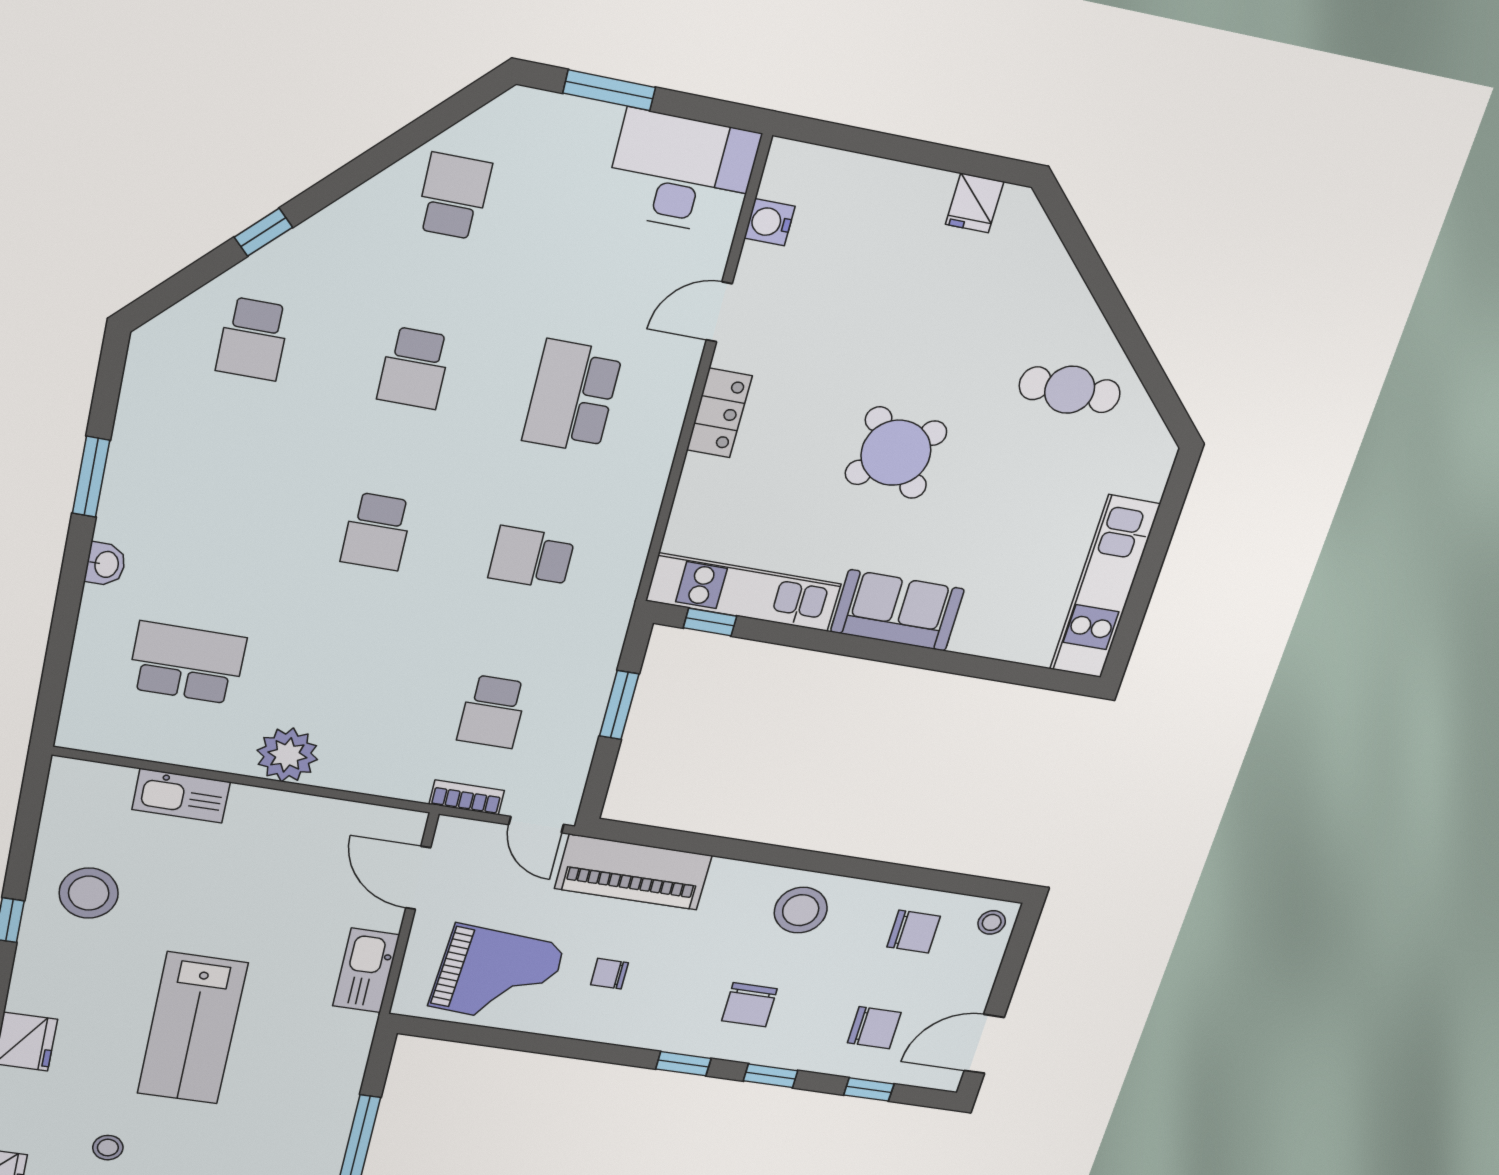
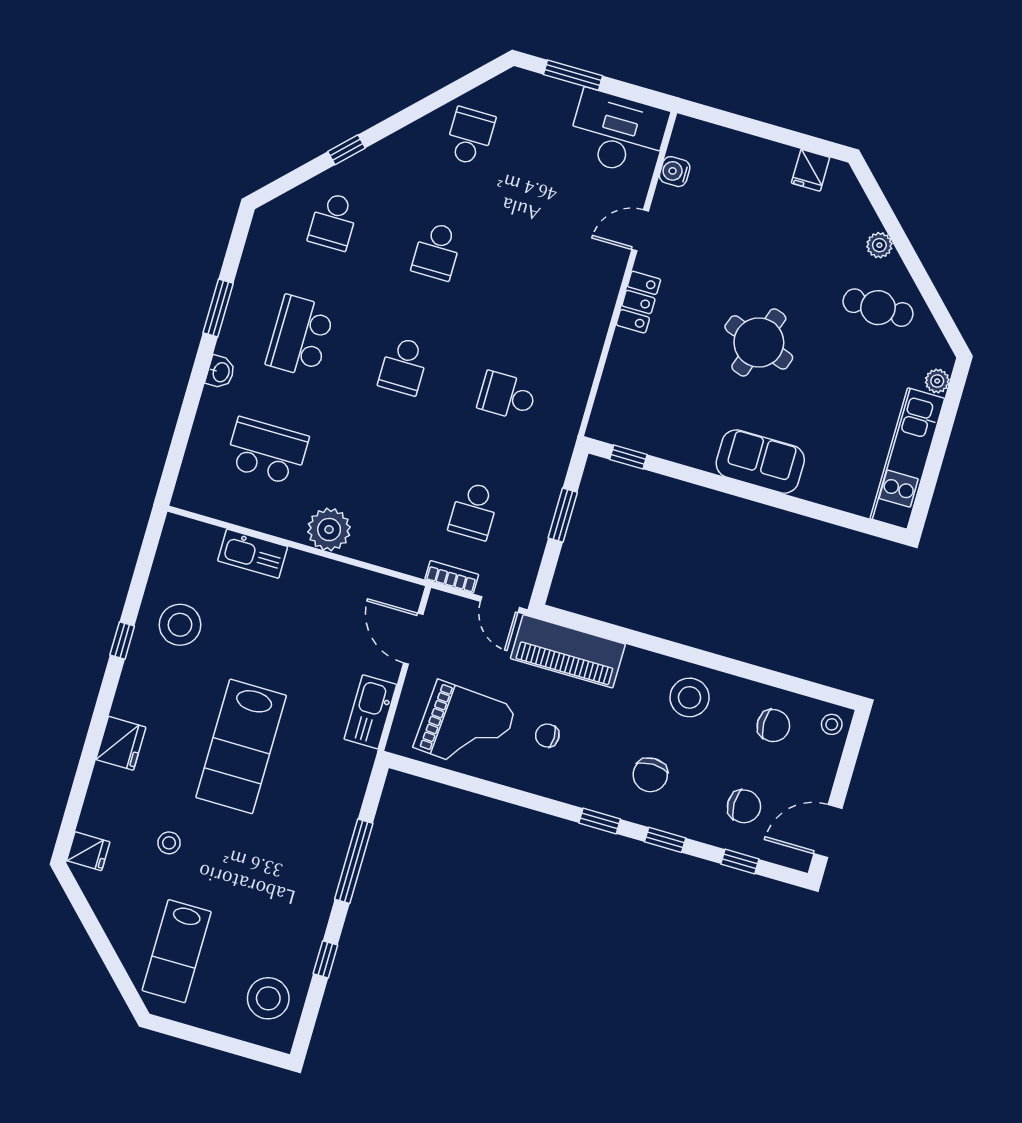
plant: (1074, 302) -> (879, 245), added
school desk: (572, 397) -> (300, 336), moved
round table: (896, 453) -> (759, 342), turned -30
plant: (1151, 482) -> (937, 381), added
kitchen unit: (743, 592) -> (652, 437), removed

